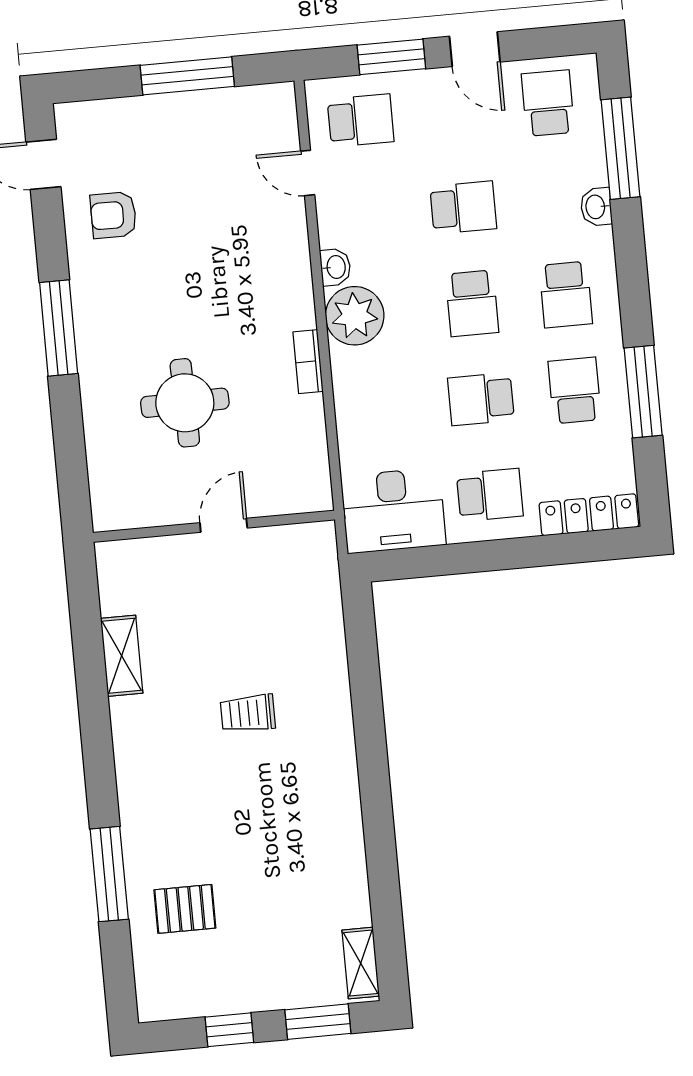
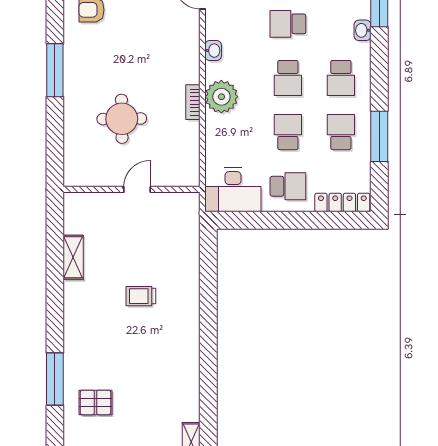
school desk: (463, 208) -> (288, 24), turned 180
plant: (355, 316) -> (221, 97), moved
school desk: (481, 399) -> (288, 132), turned 90

